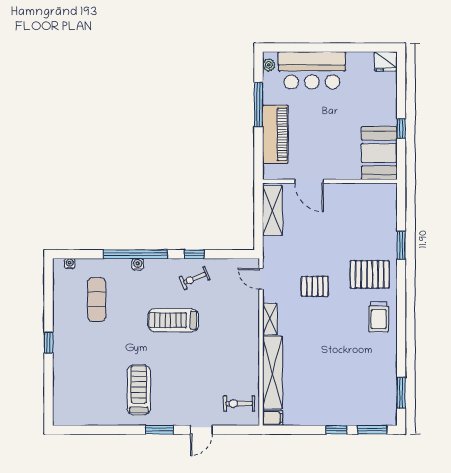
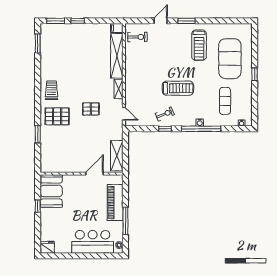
door: (309, 181) -> (94, 174), hinge flipped
exercise mat: (89, 368) -> (230, 59), added

